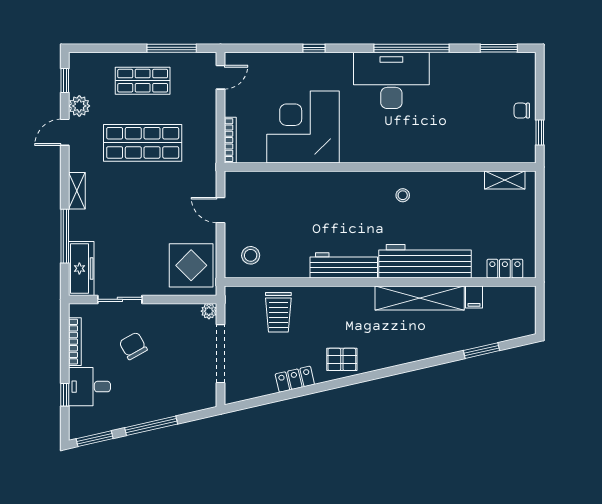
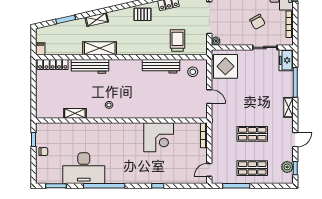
desk: (391, 80) -> (84, 168), moved
plant: (79, 106) -> (287, 167), moved
corner desk: (303, 127) -> (159, 137), width x0.74, depth x0.74
shop shelf: (143, 143) -> (252, 134), width x0.70, depth x0.74
shelving: (505, 180) -> (75, 113), moved
workbench: (425, 261) -> (90, 66), width x0.73, depth x0.76
workbench: (344, 265) -> (161, 66), moved
freezer: (81, 268) -> (286, 60), width x0.71
locker: (505, 269) -> (53, 65), width x1.53
filing cabinet: (474, 297) -> (40, 49), moved
shelving: (420, 298) -> (100, 48), width x0.68
shelving: (425, 350) -> (97, 19), added

